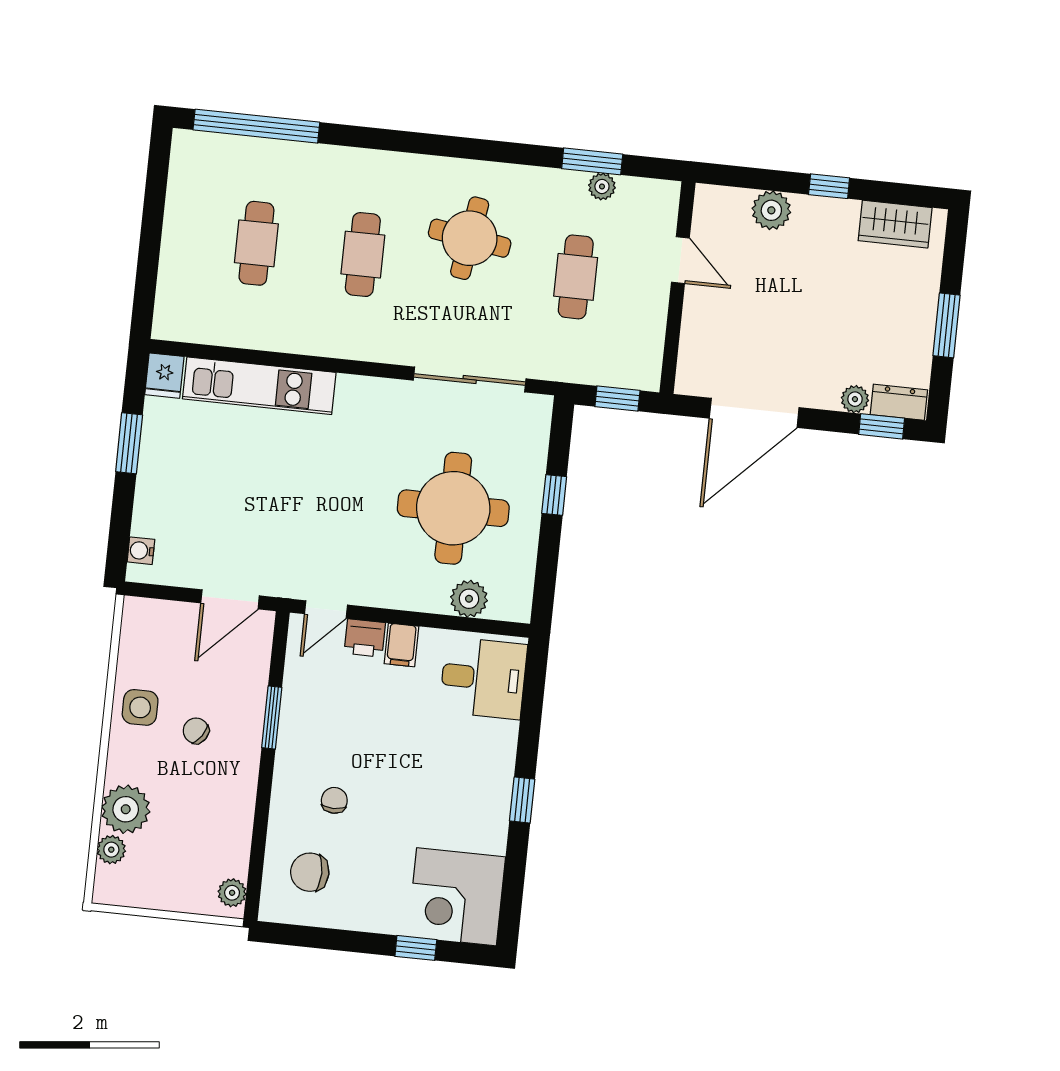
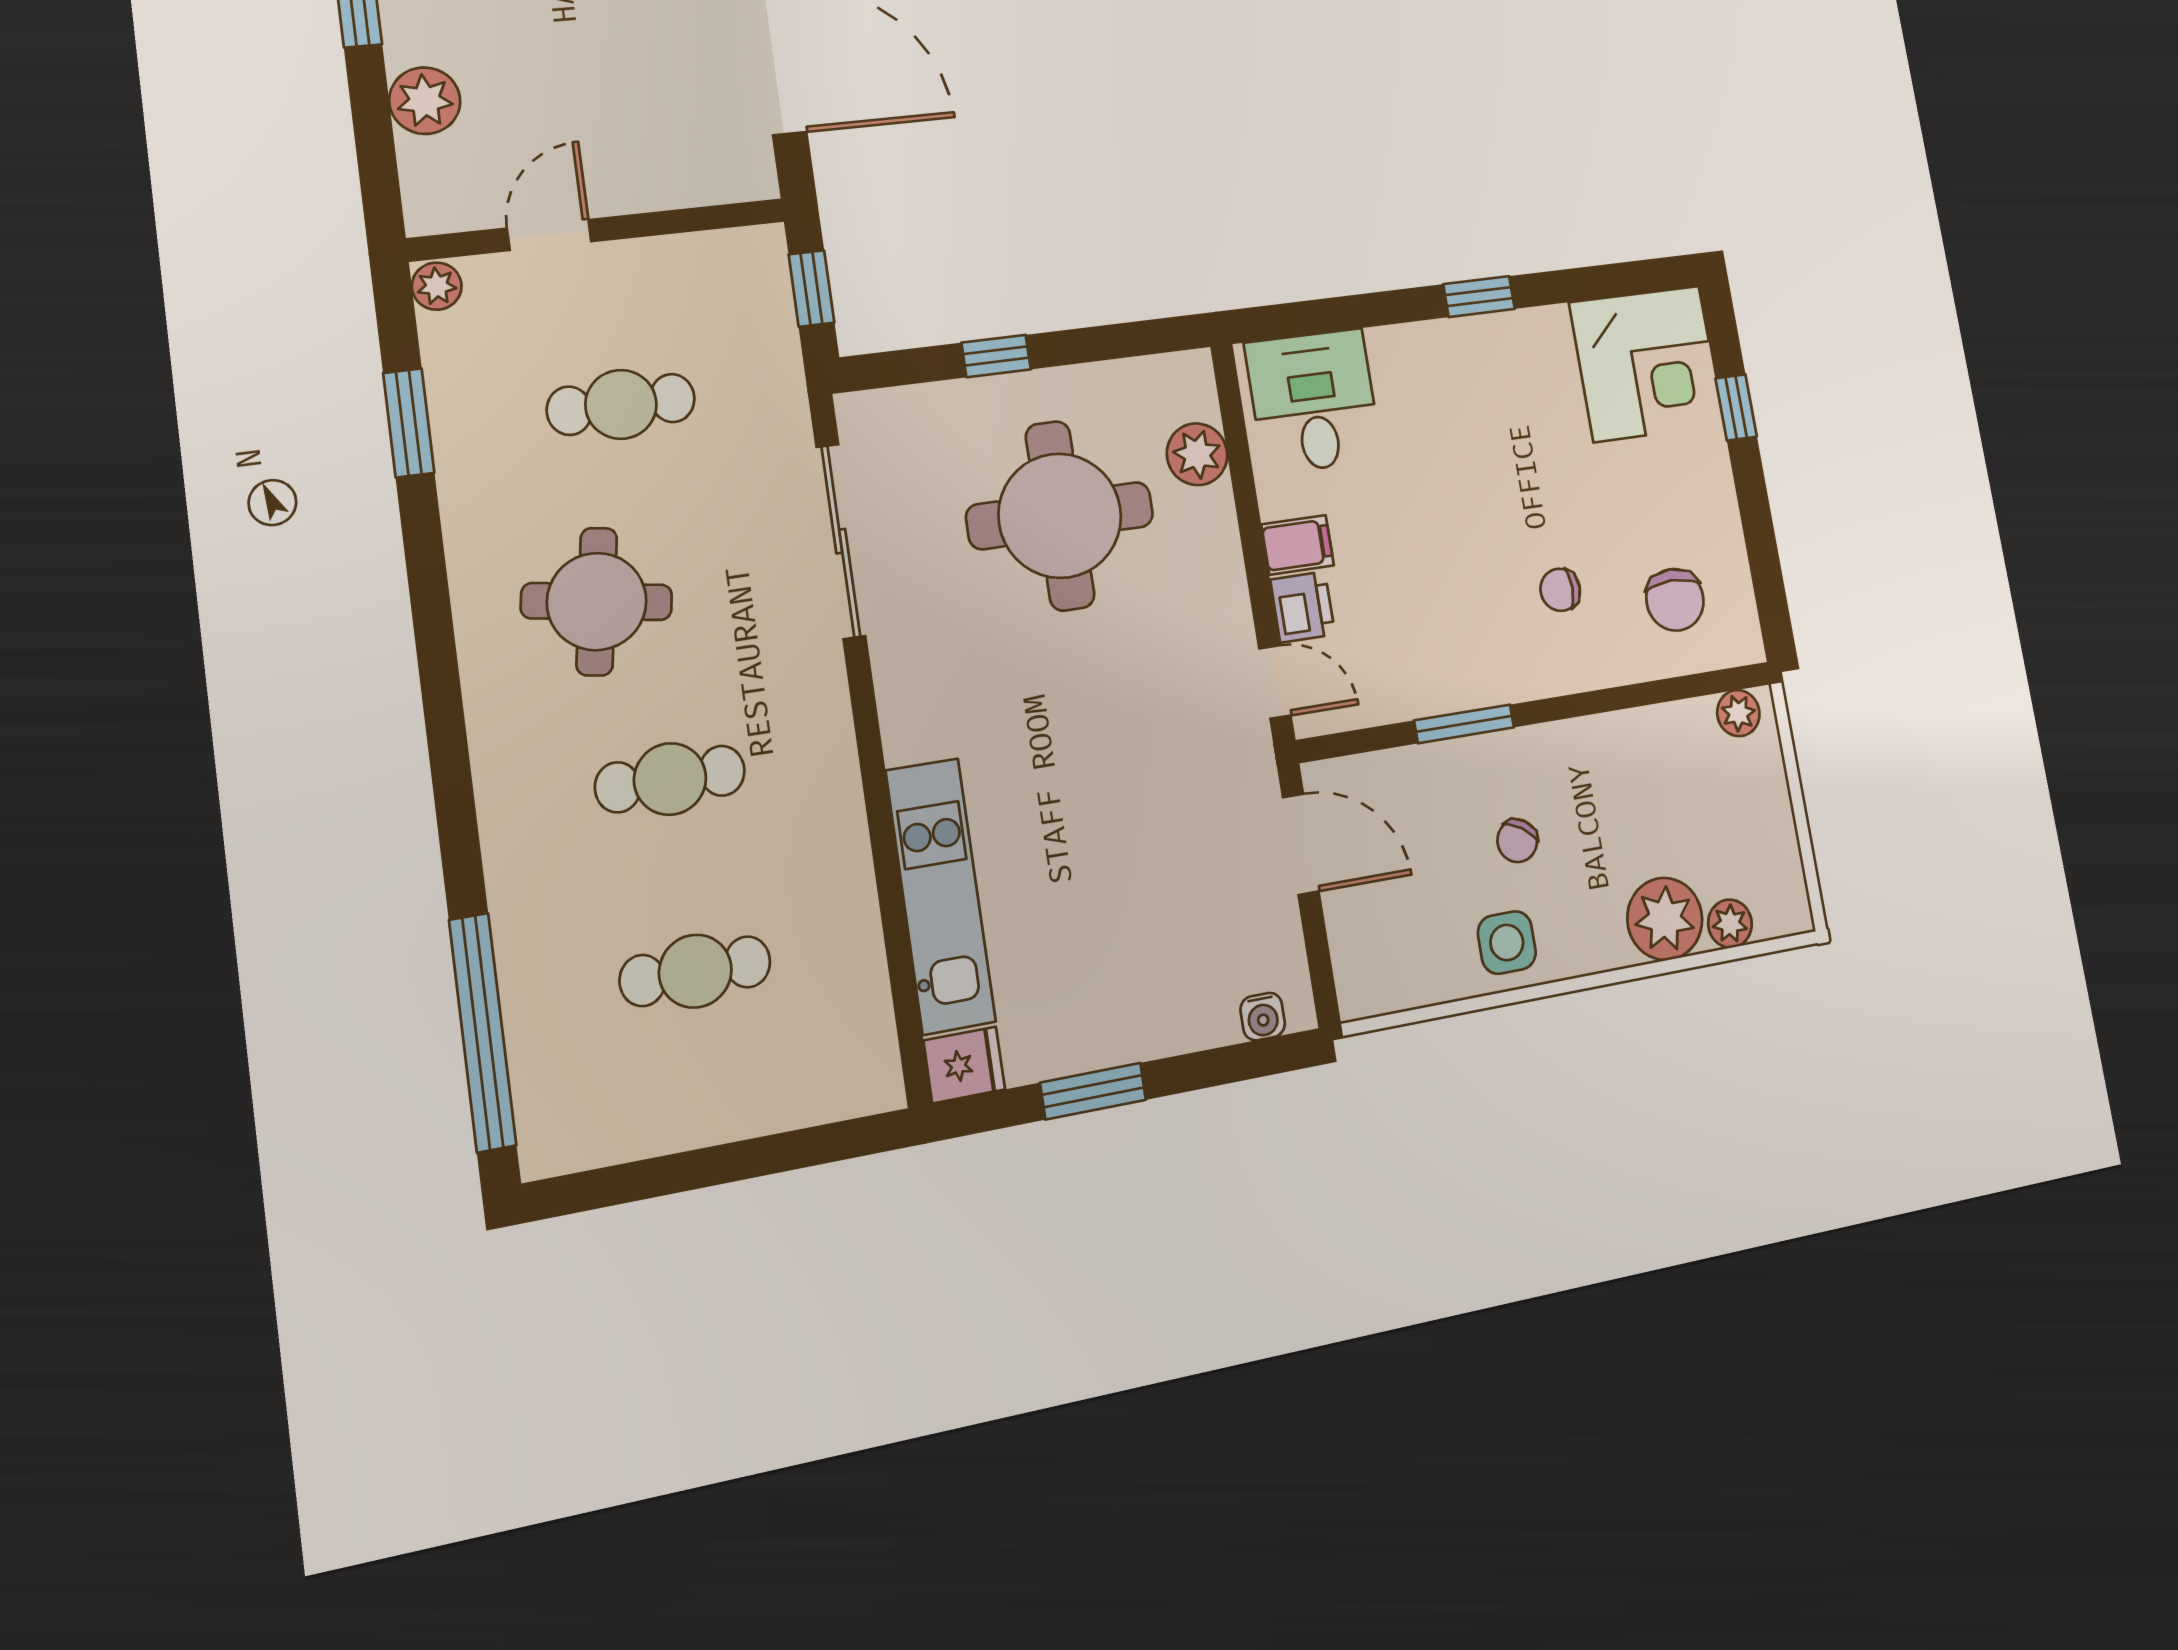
plant: (602, 187) -> (437, 286), moved

